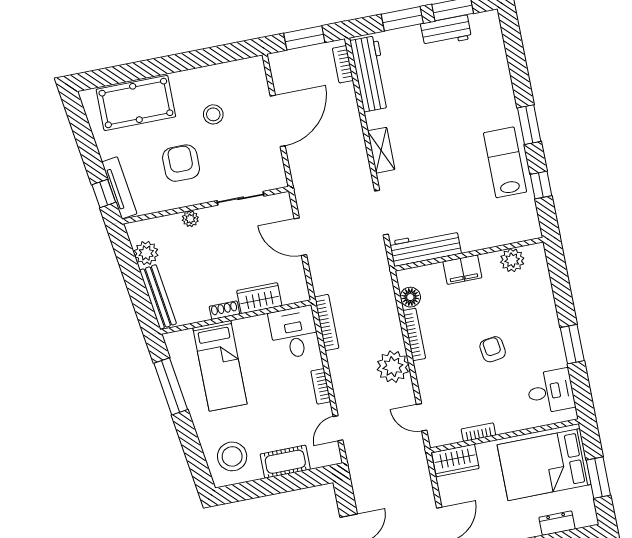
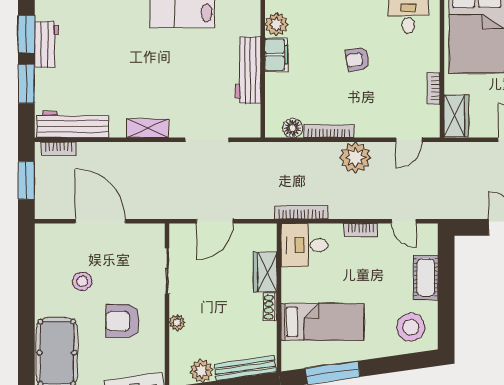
workbench: (425, 248) -> (248, 70), moved
filing cabinet: (462, 270) -> (276, 55), moved

